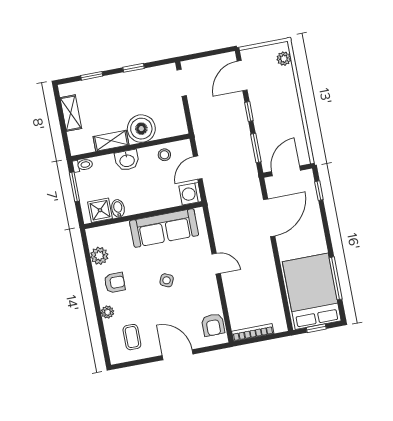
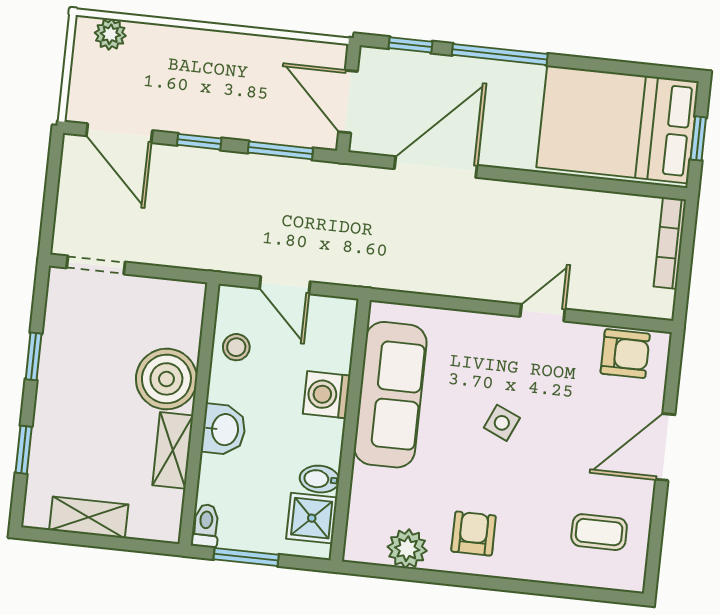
washing machine: (190, 194) -> (327, 395), moved, turned 90
door: (269, 218) -> (436, 167), hinge flipped
door: (216, 264) -> (543, 313), moved
window: (336, 278) -> (500, 54), moved
plant: (107, 312) -> (531, 567), removed
bookcase: (253, 332) -> (670, 243), moved

